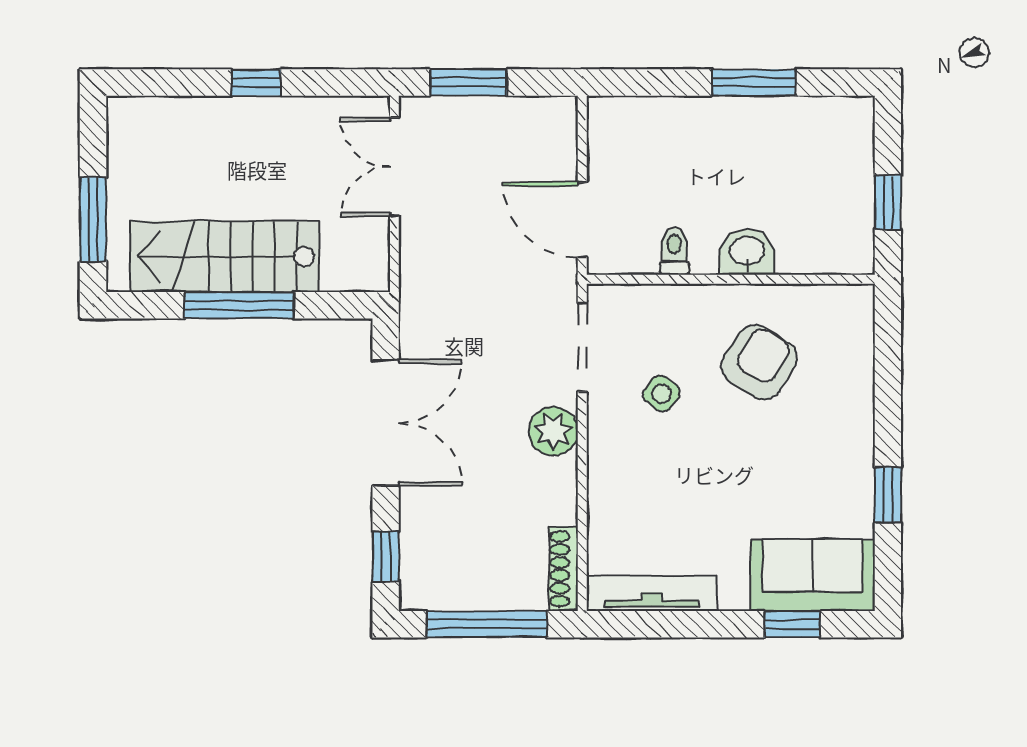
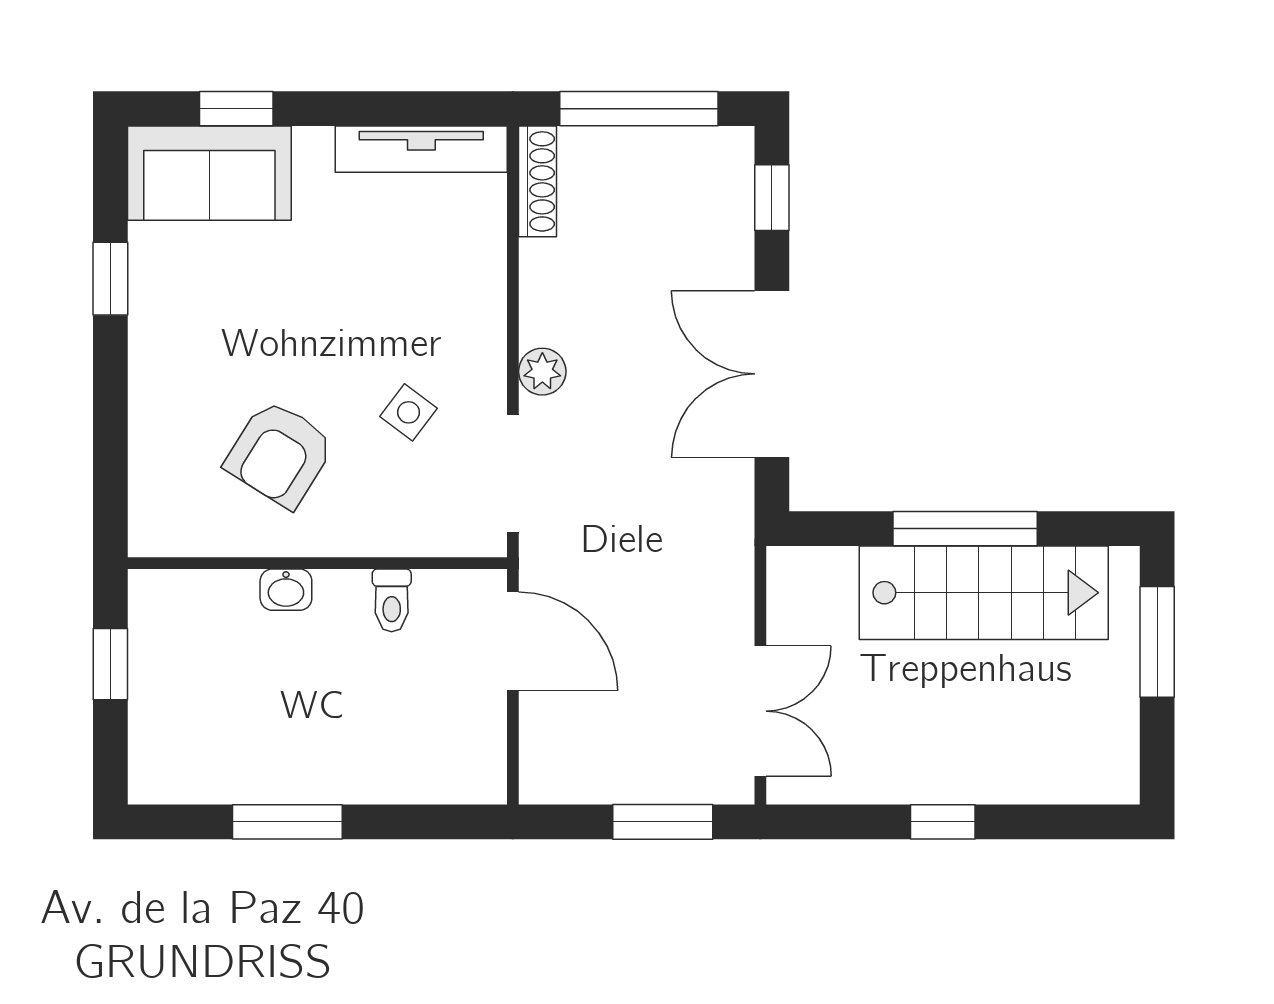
washbasin: (747, 252) -> (286, 590), width x0.72, depth x0.69
plant: (553, 431) -> (542, 372), width x0.73, depth x0.73

